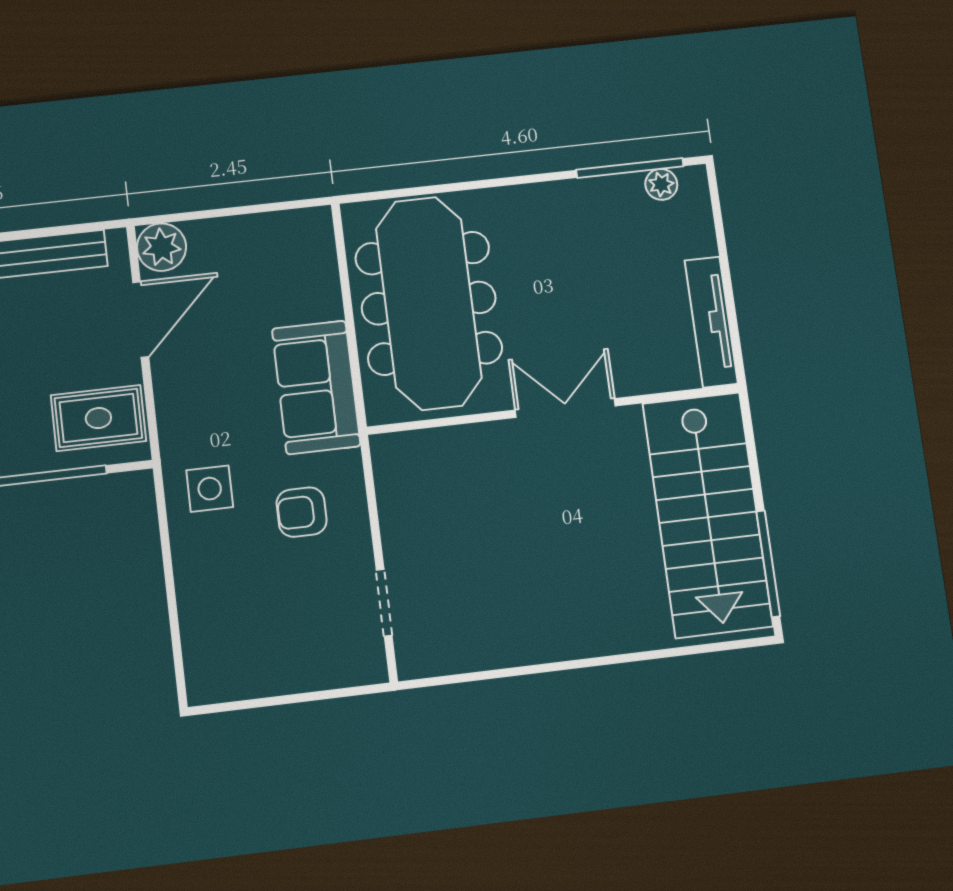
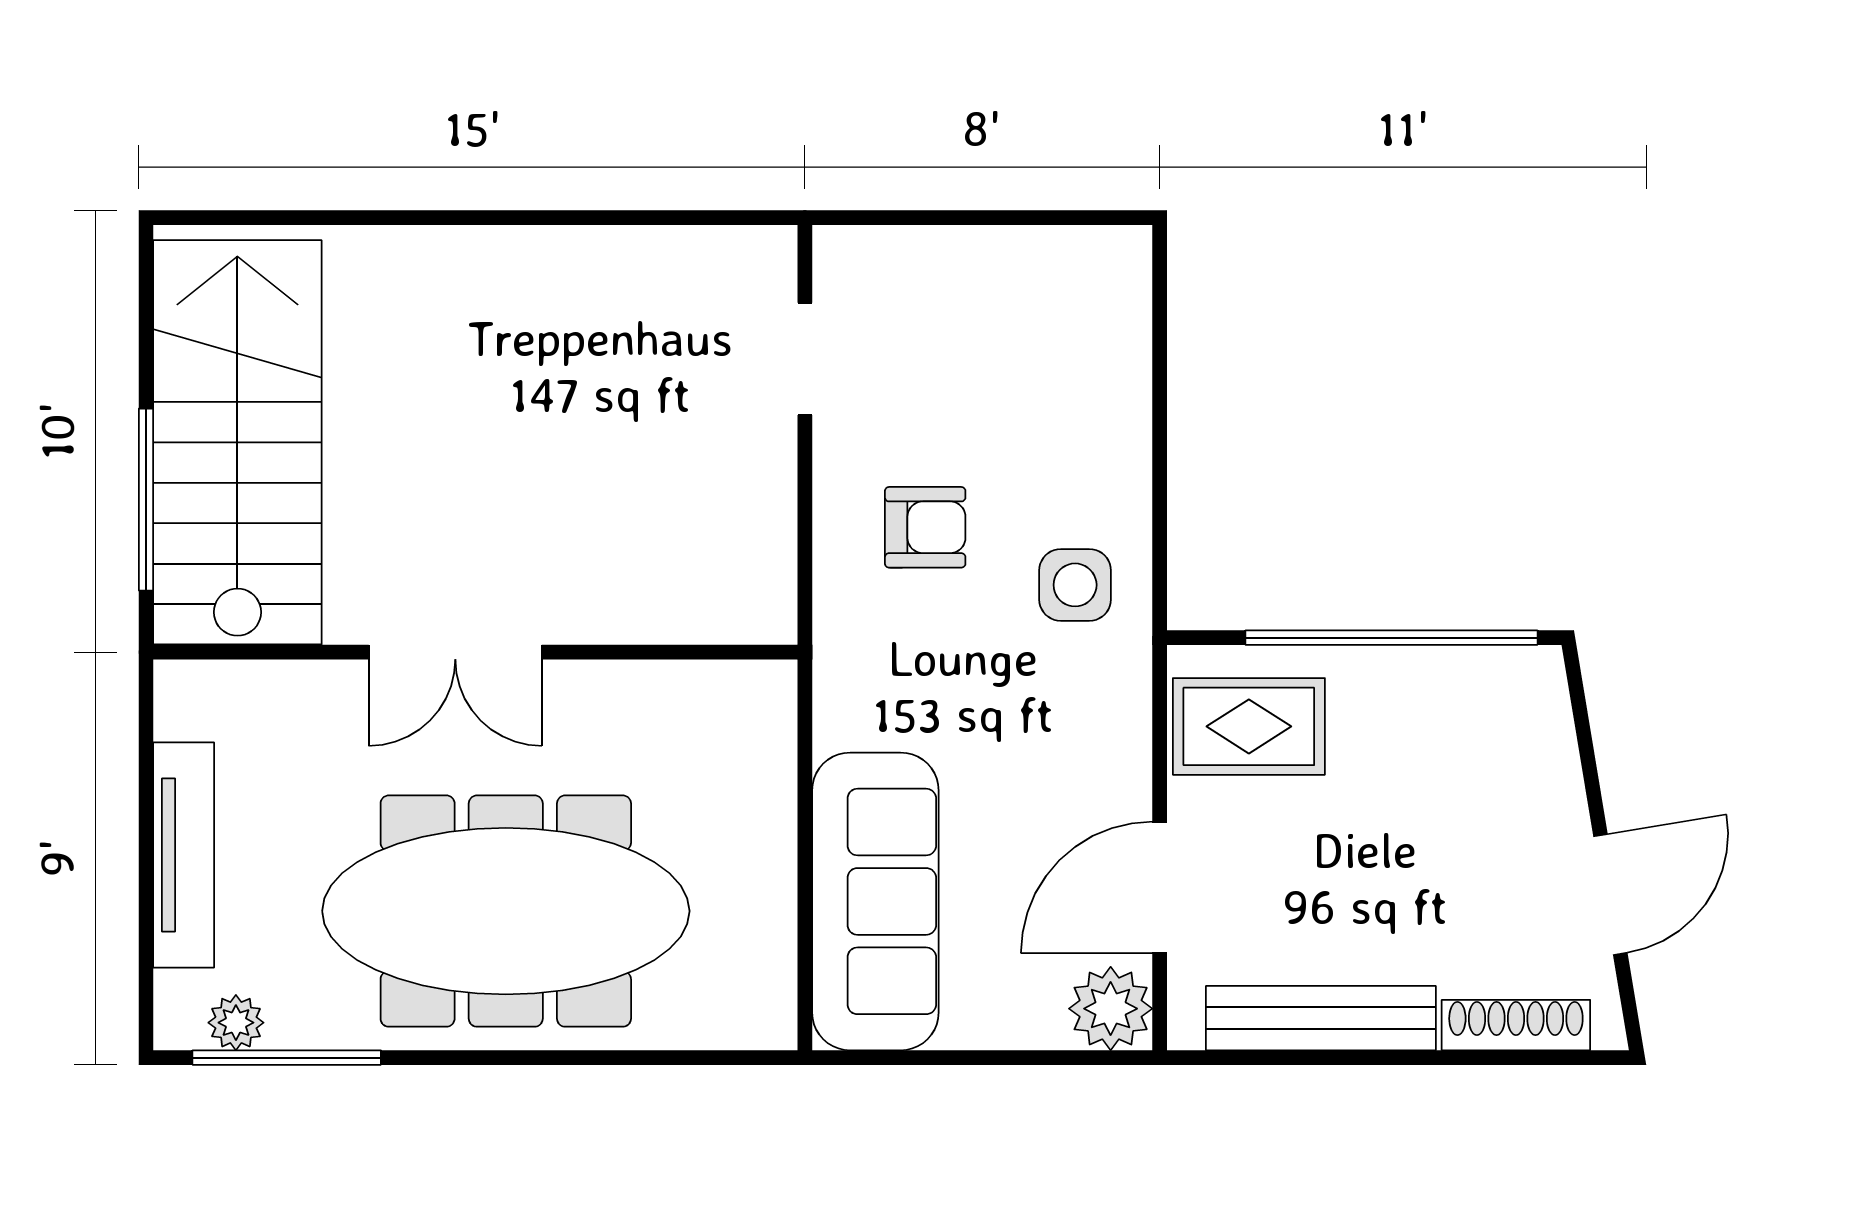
meeting table: (429, 303) -> (506, 911), moved, turned 90
tv unit: (711, 322) -> (184, 855), moved
sofa: (316, 387) -> (875, 901), moved, width x1.36
window: (768, 564) -> (146, 500), moved

